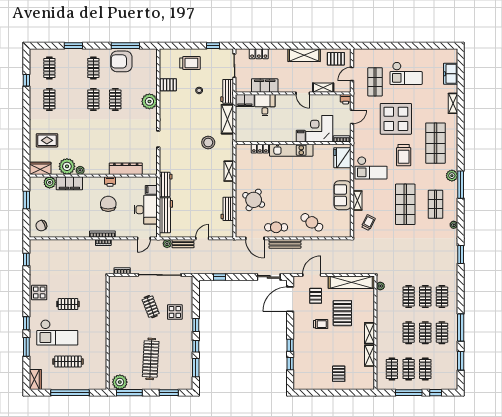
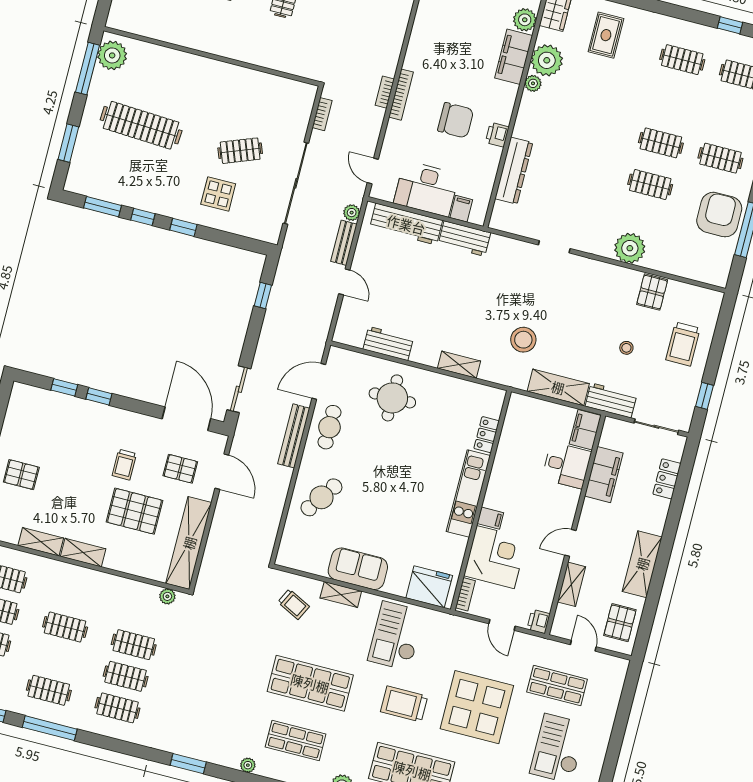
round table: (254, 200) -> (392, 398), turned -30
clothes rail: (425, 333) -> (57, 659), removed

